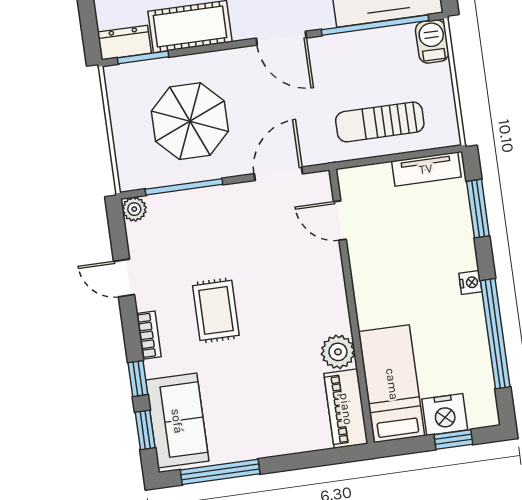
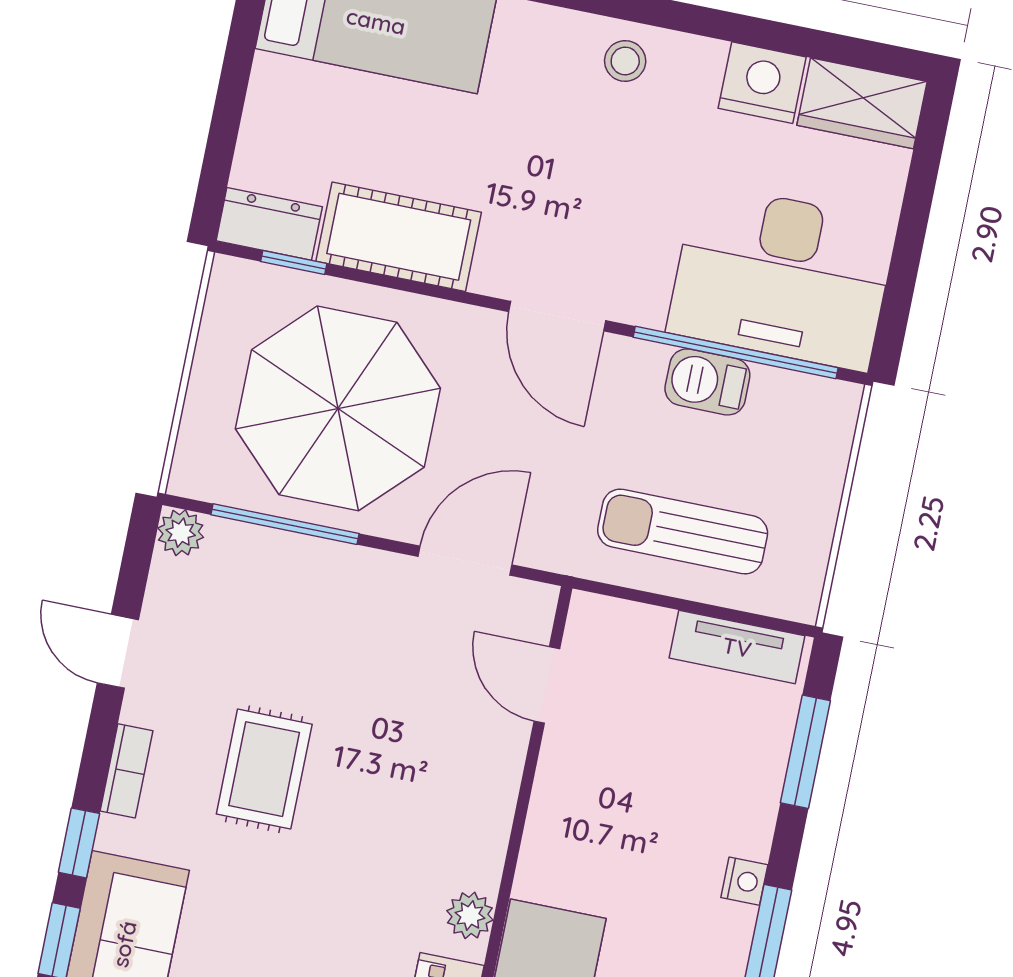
barbecue: (432, 41) -> (707, 382), moved, turned -90
window: (143, 57) -> (294, 263), width x0.67
parasol: (190, 121) -> (338, 408), width x1.36, depth x1.36
plant: (338, 352) -> (470, 915), width x0.73, depth x0.73

